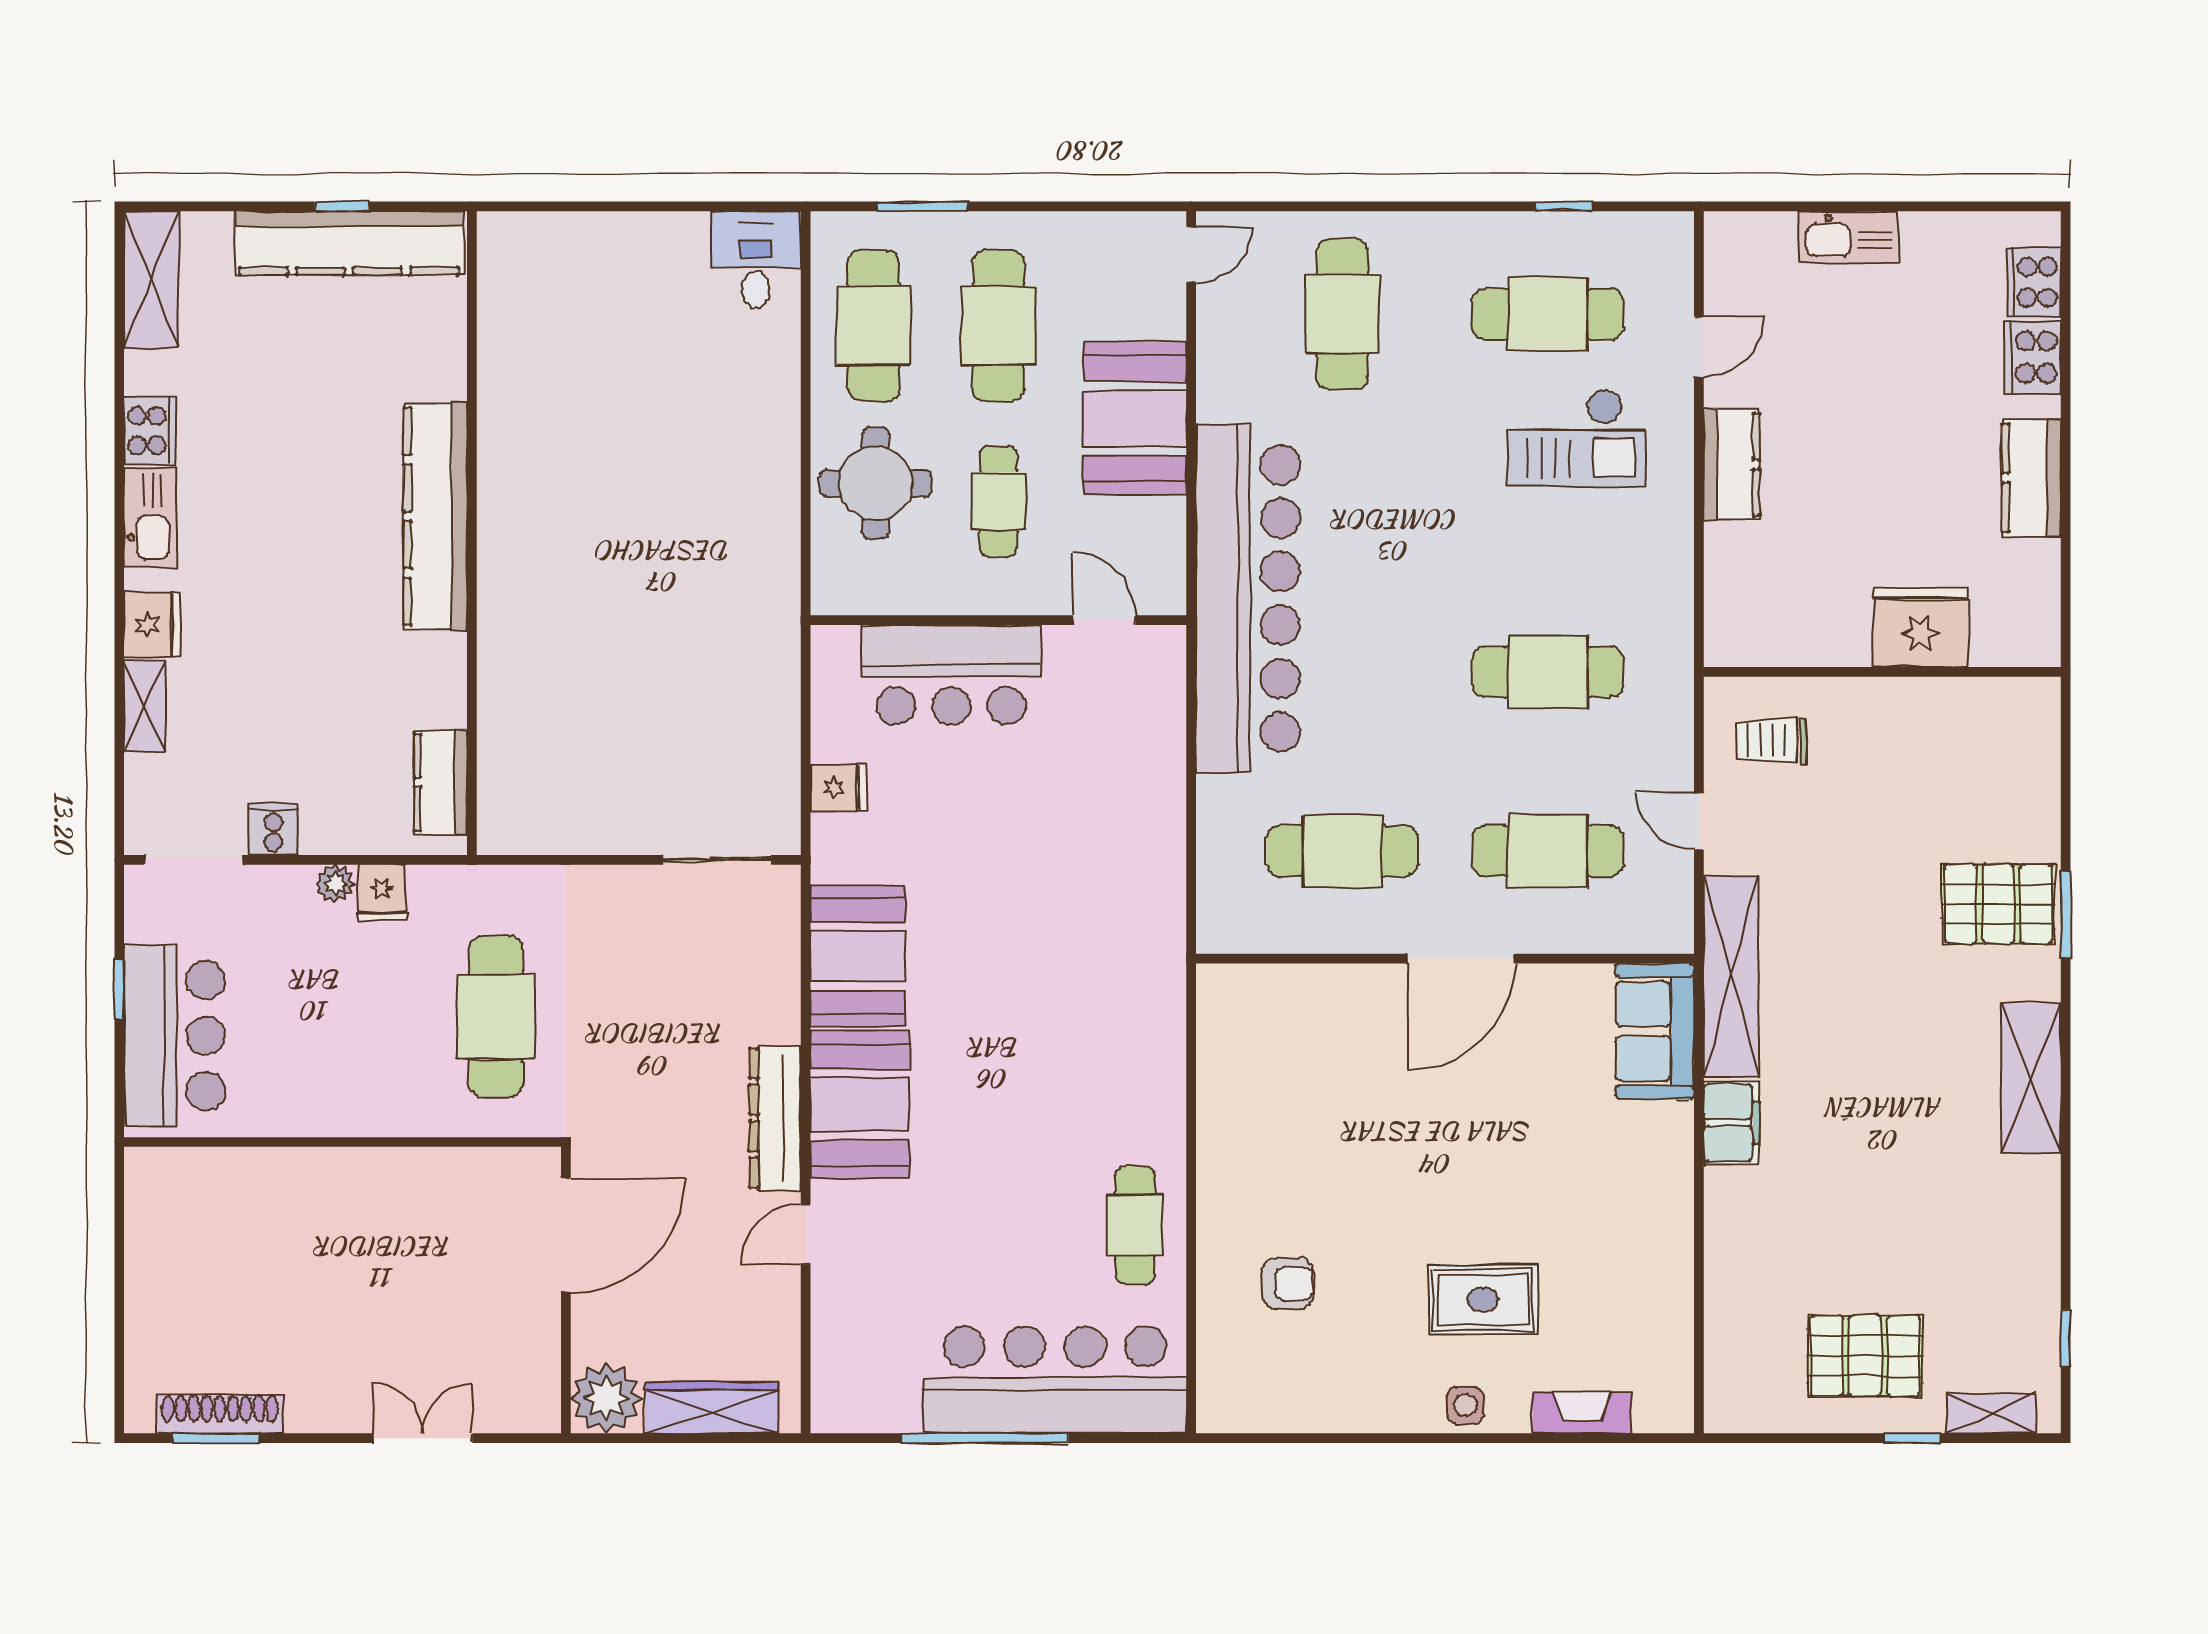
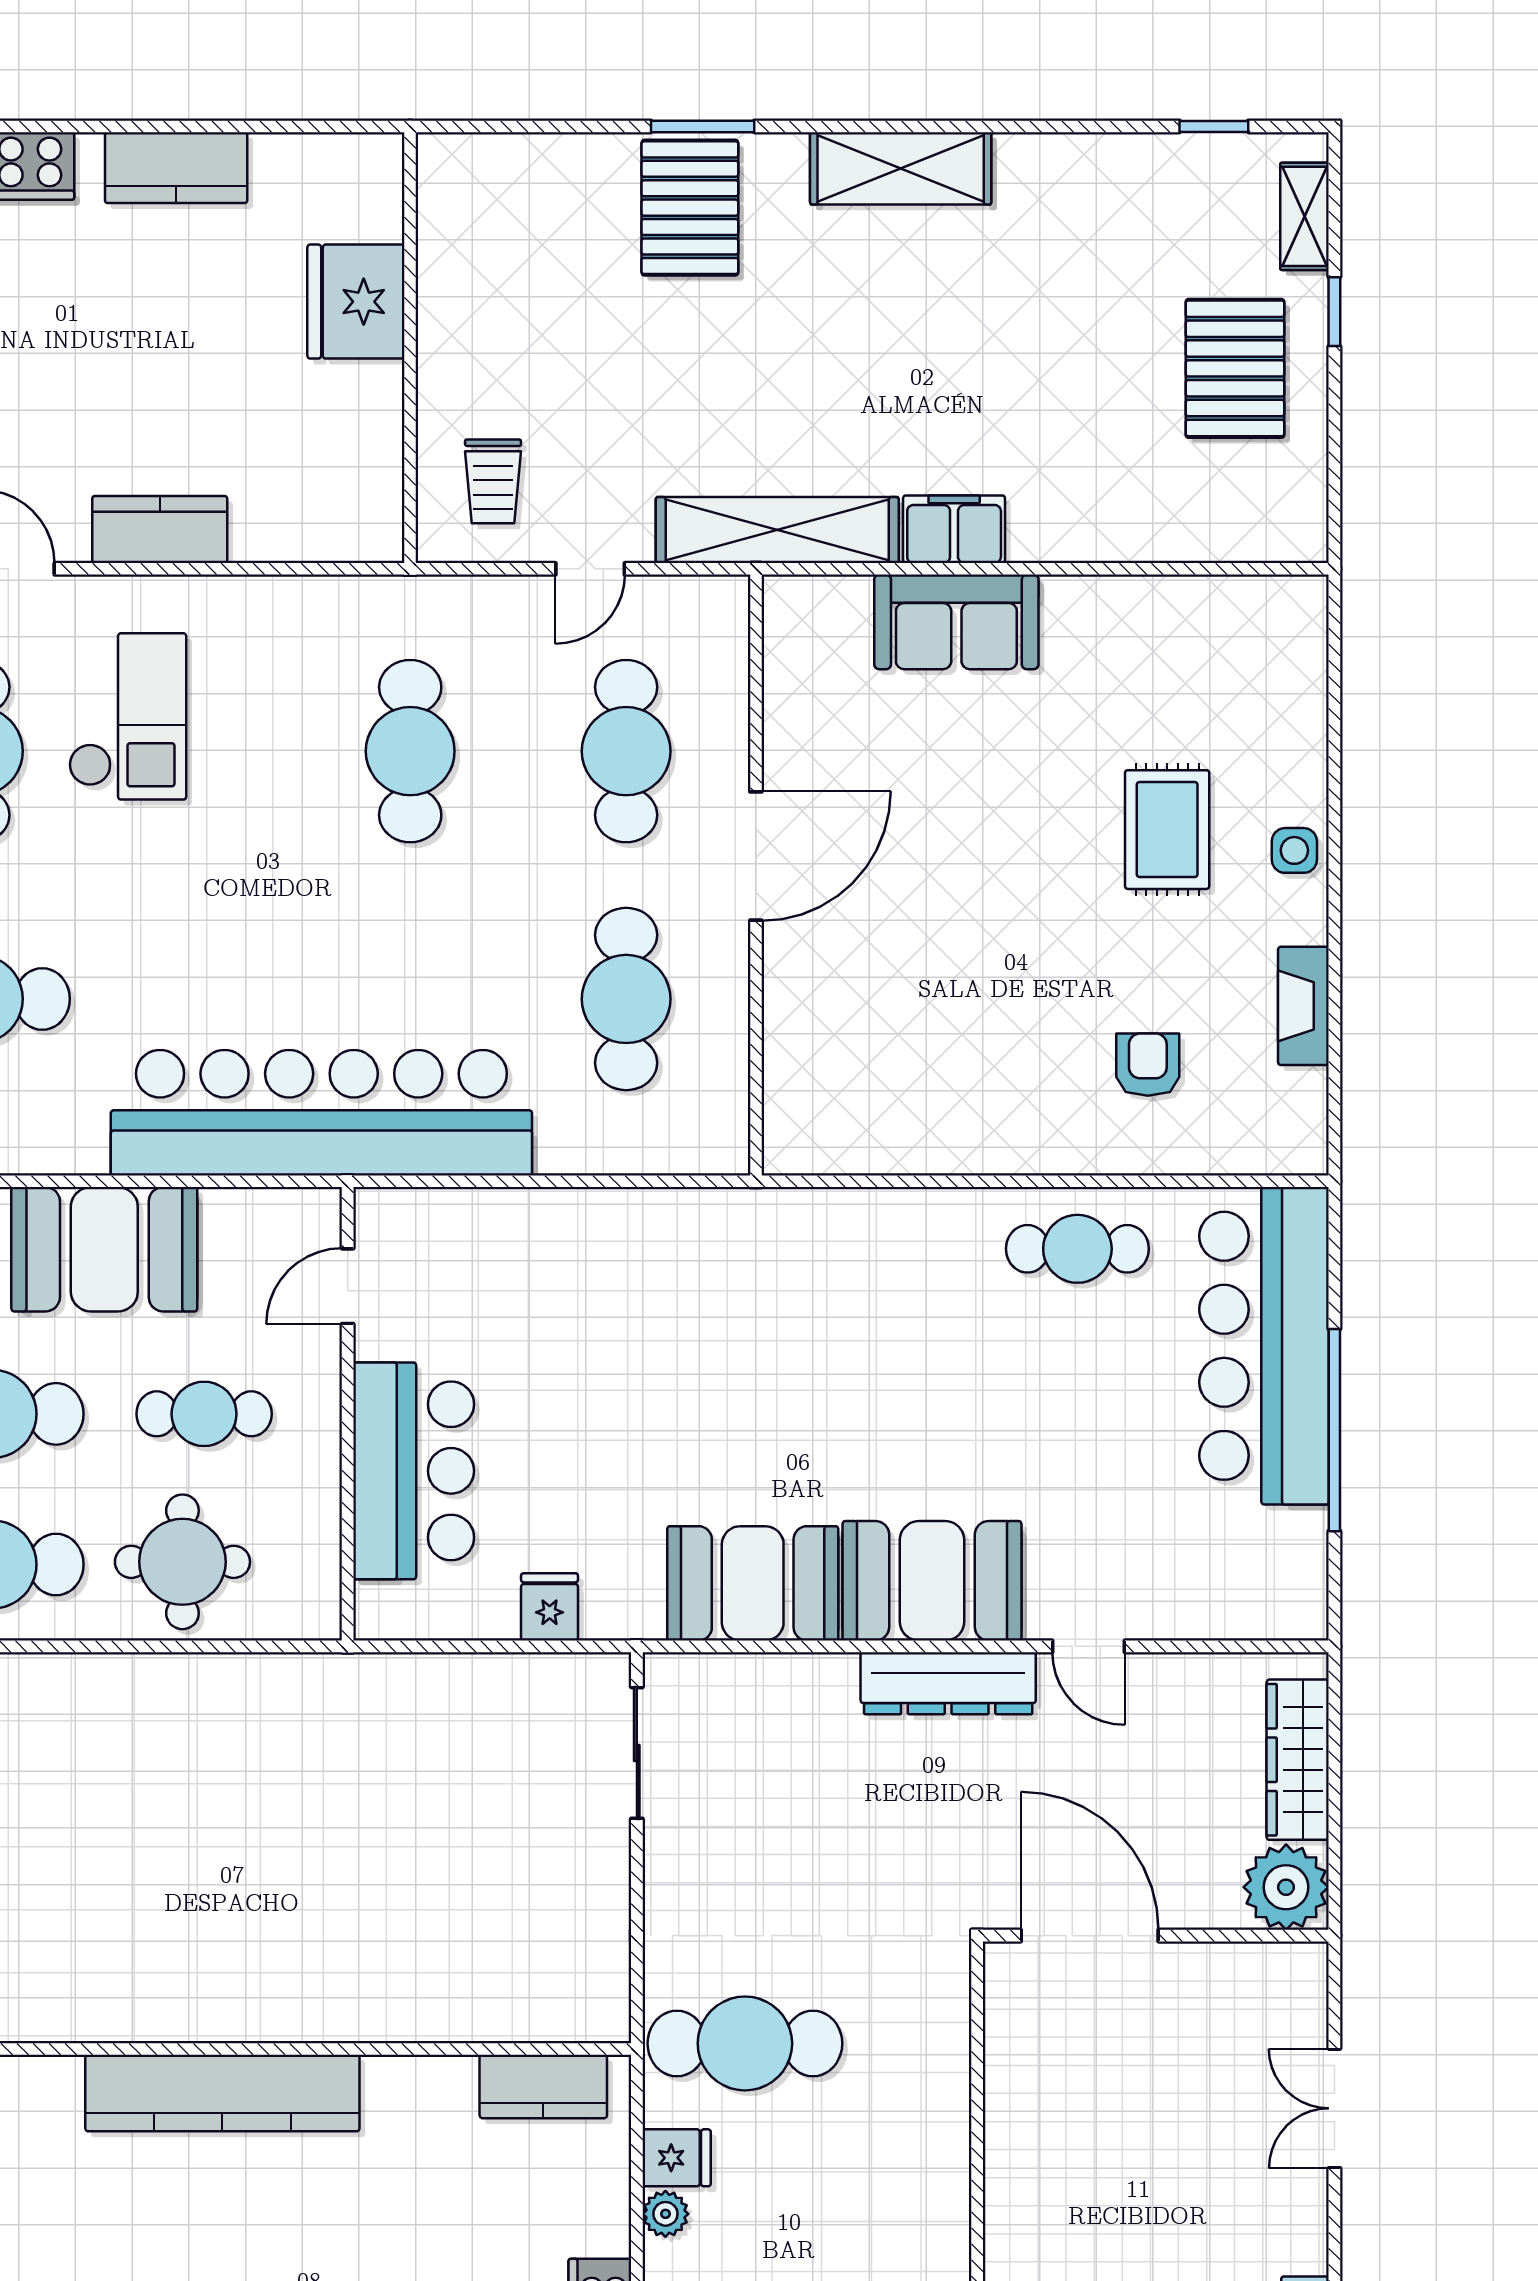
door: (1461, 959) -> (756, 856), hinge flipped
cafe table: (496, 1017) -> (745, 2043), moved
sofa: (1655, 1031) -> (956, 622), moved
fireplace: (1582, 1413) -> (1303, 1006), moved

